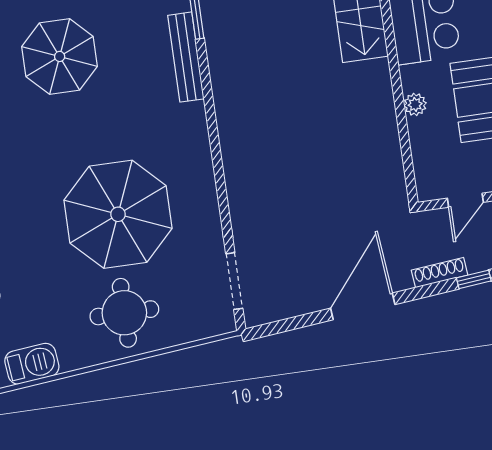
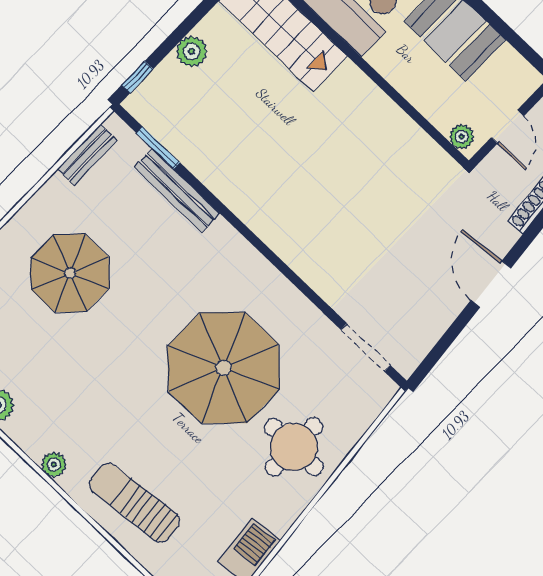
plant: (415, 104) -> (462, 137), moved
door: (363, 306) -> (491, 284), width x0.73

